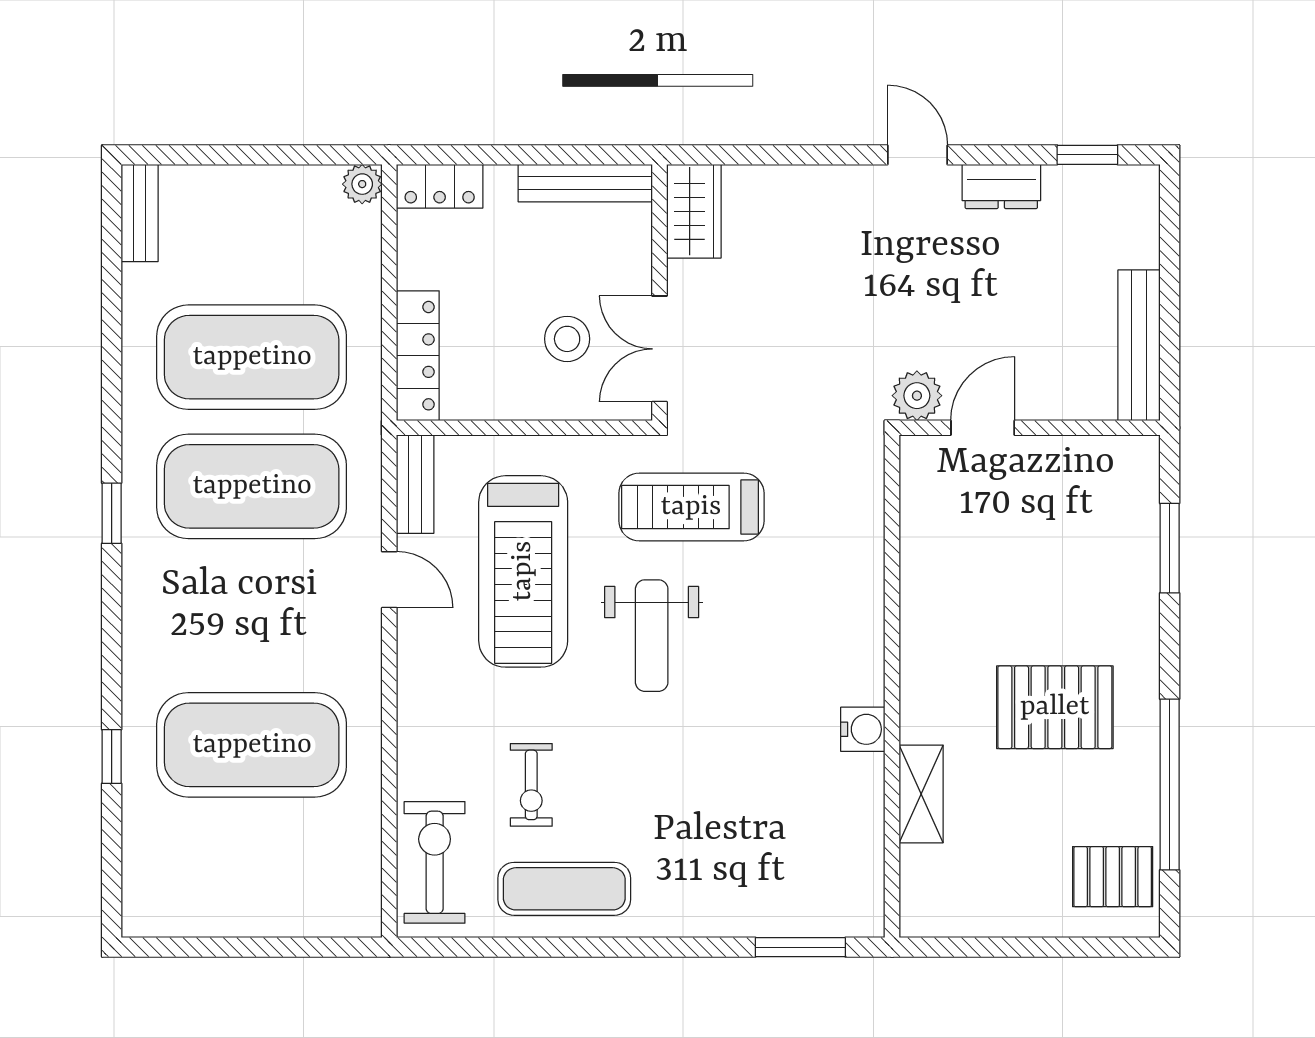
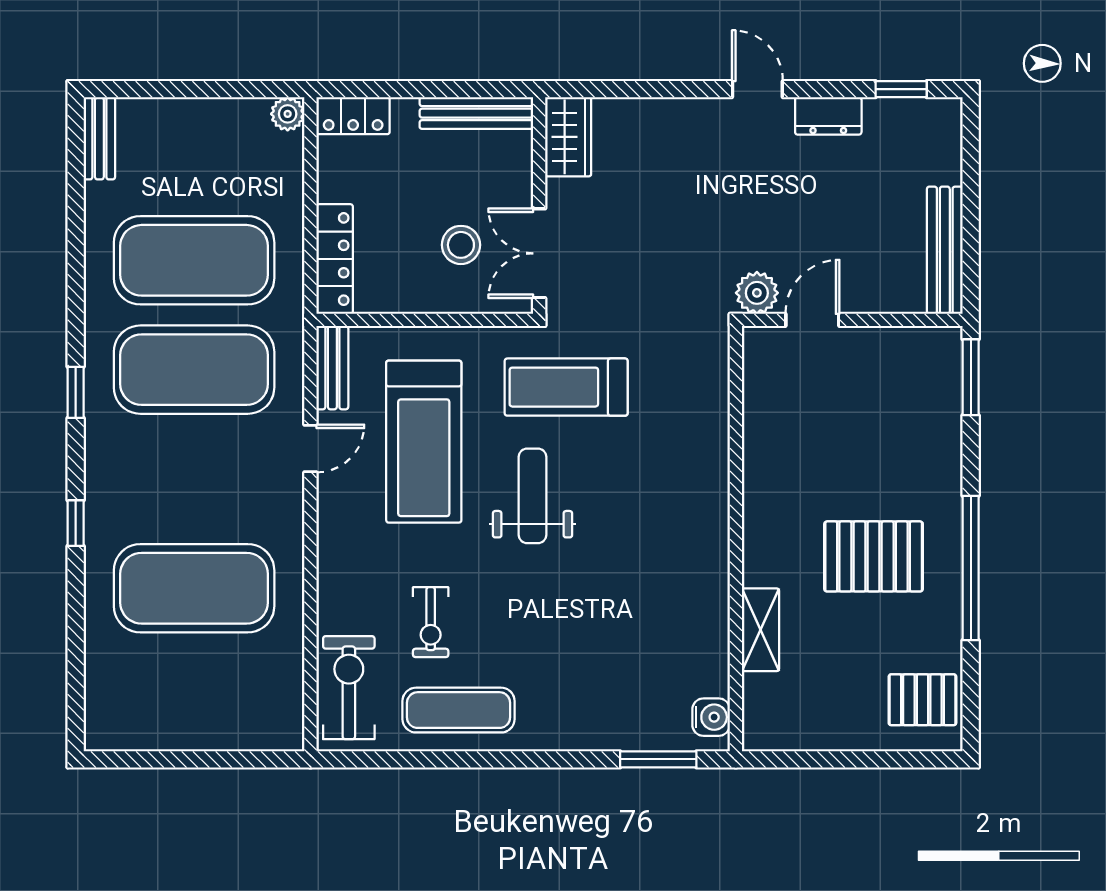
window: (1170, 548) -> (971, 377), moved
door: (389, 580) -> (310, 448), hinge flipped
weight bench: (652, 636) -> (532, 496), turned 180
water cooler: (863, 729) -> (711, 717), moved
window: (112, 757) -> (76, 523), moved
window: (1170, 784) -> (971, 568), moved

